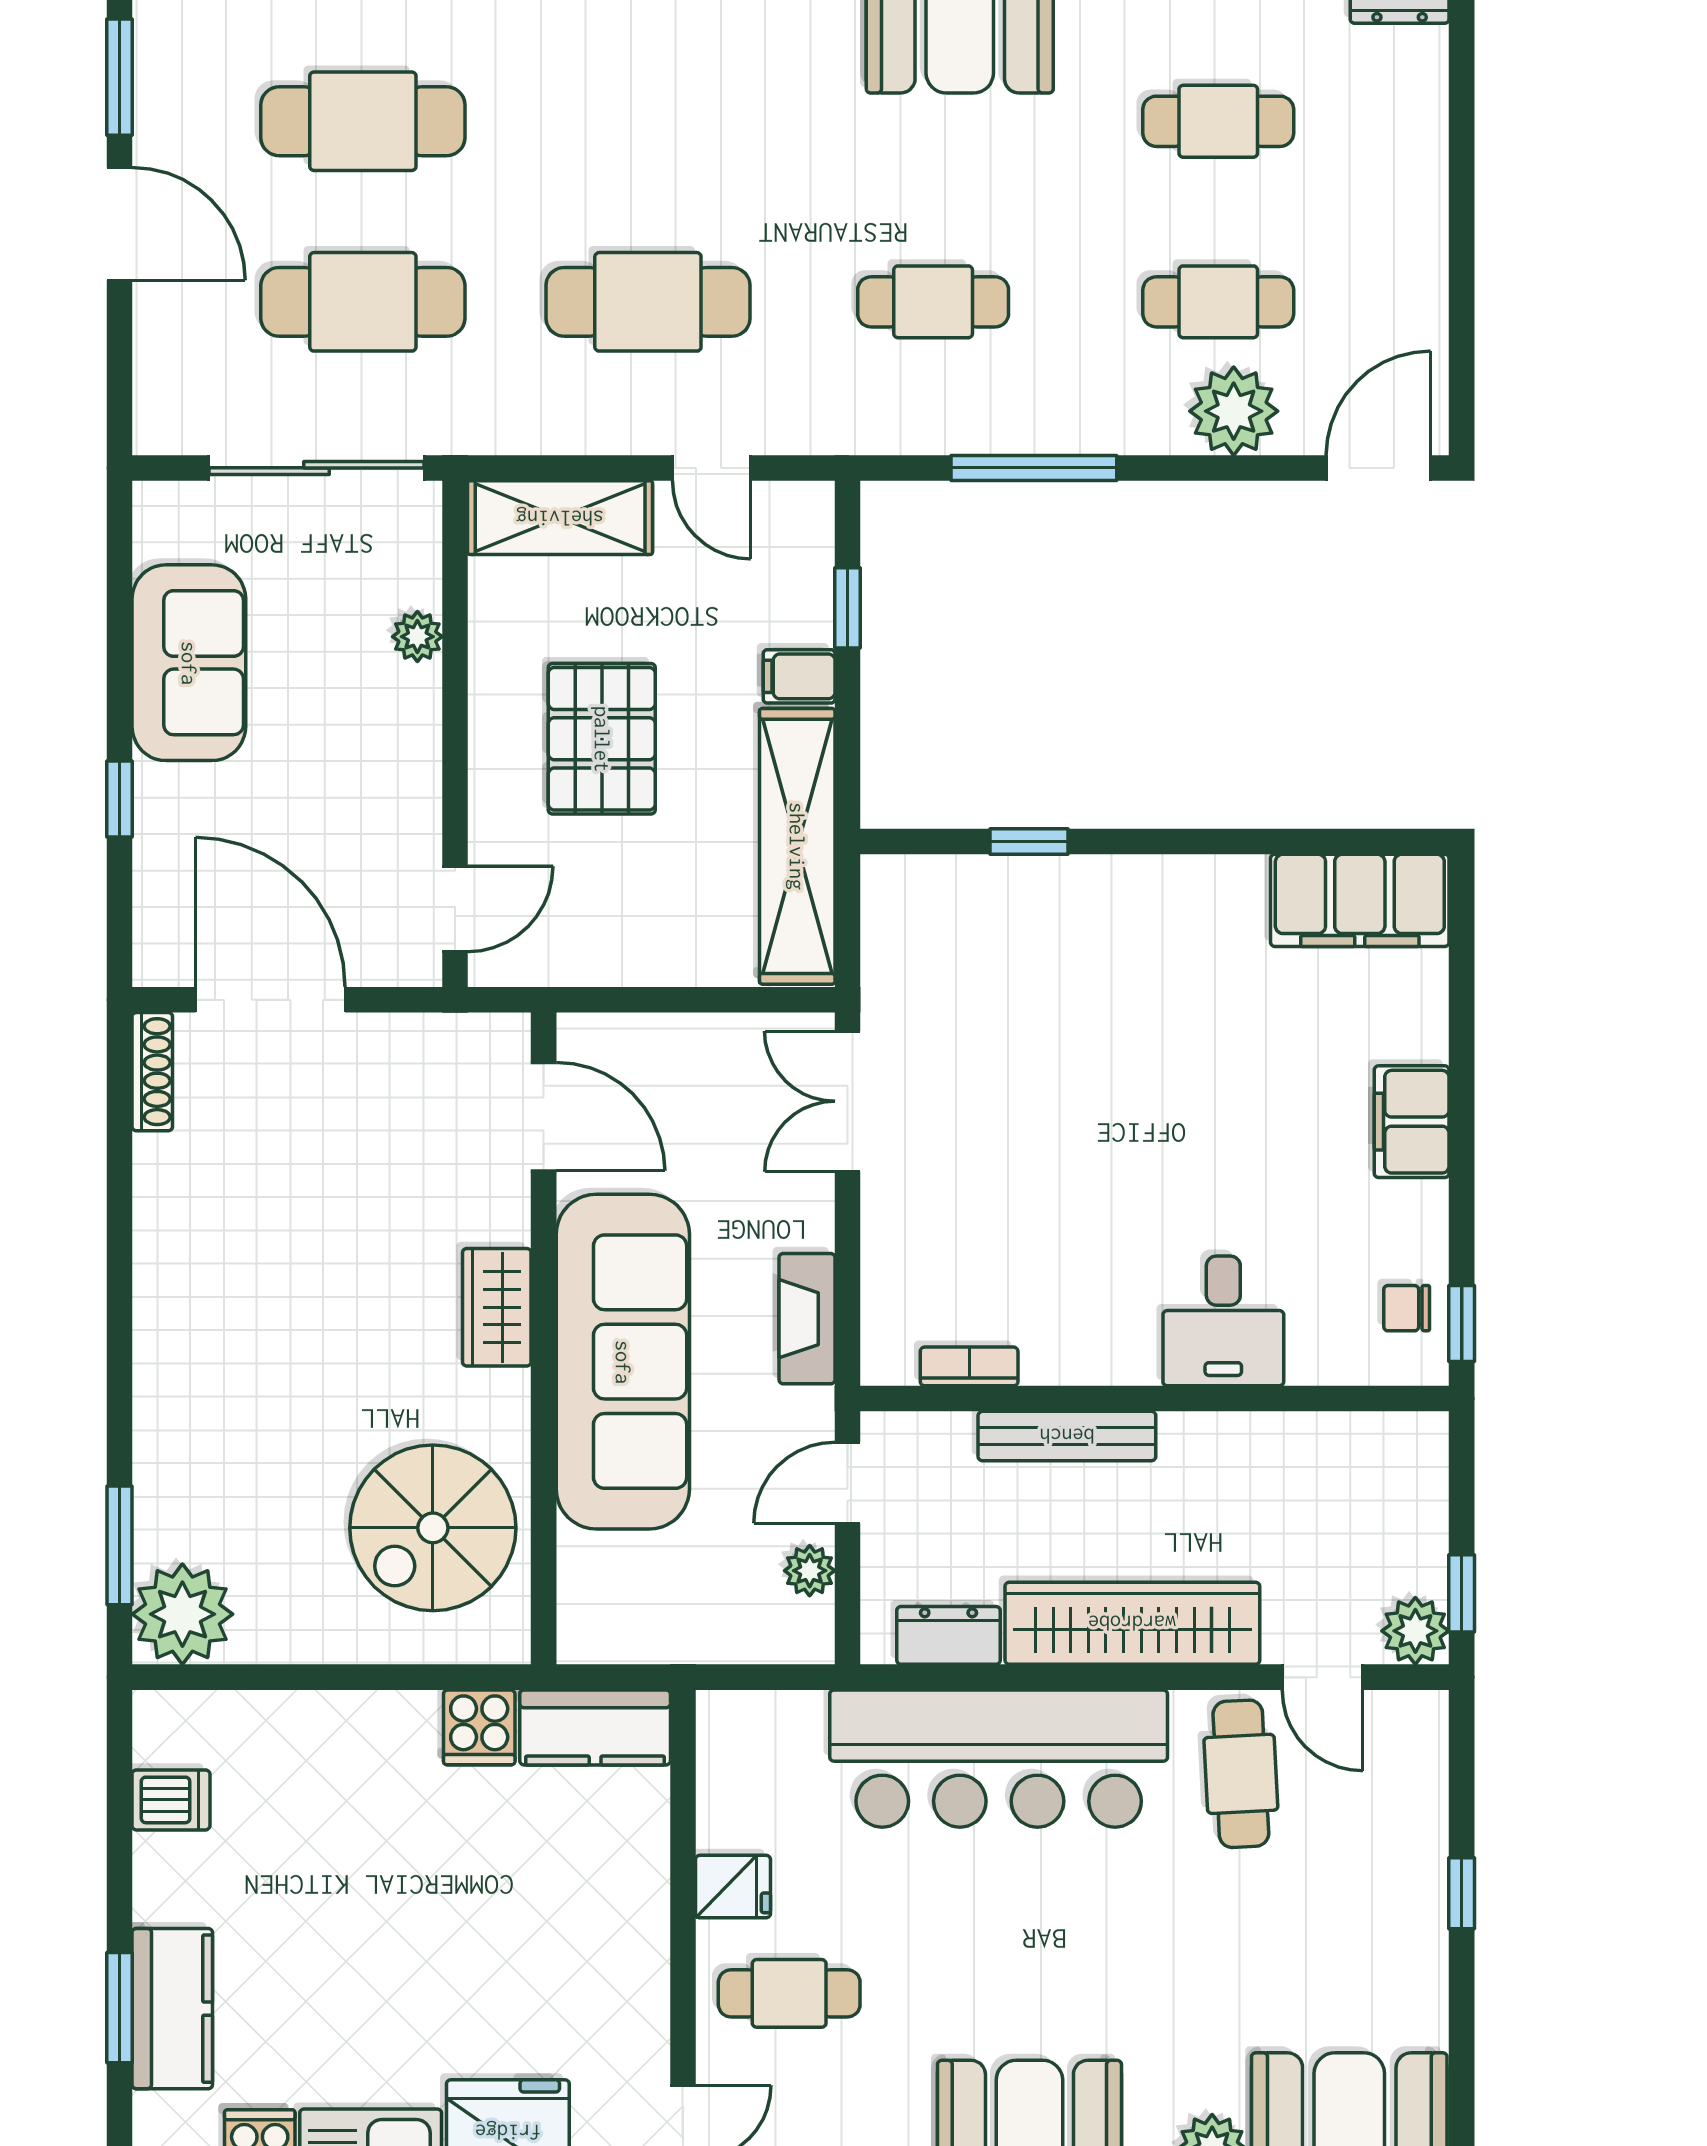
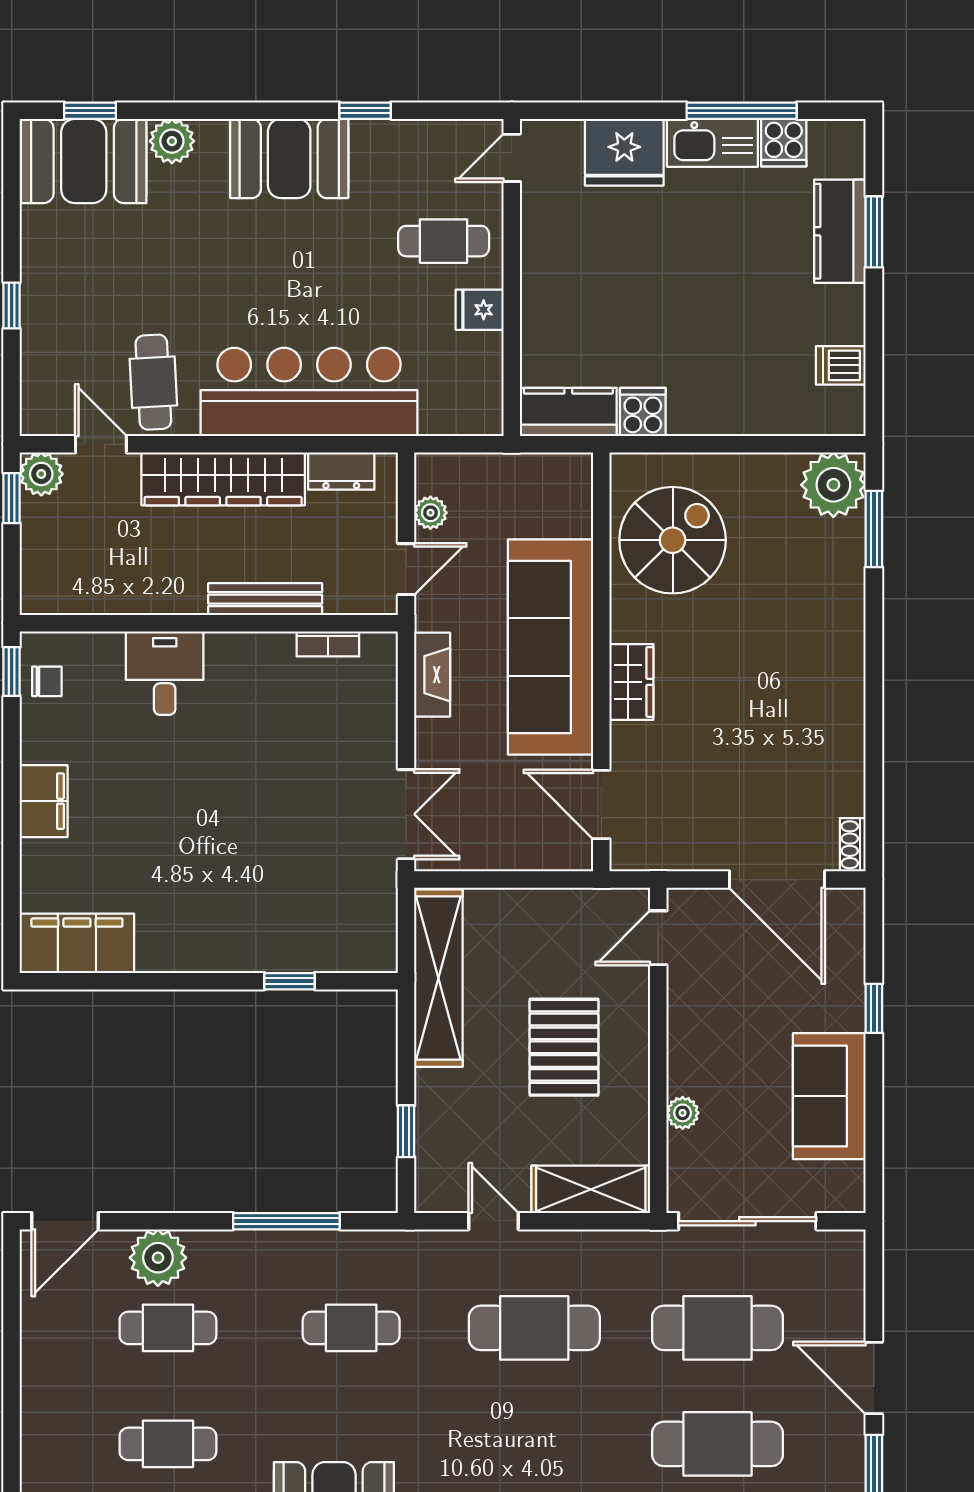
filing cabinet: (799, 676) -> (437, 1087), removed
shoe rack: (152, 1072) -> (853, 845), width x0.70

